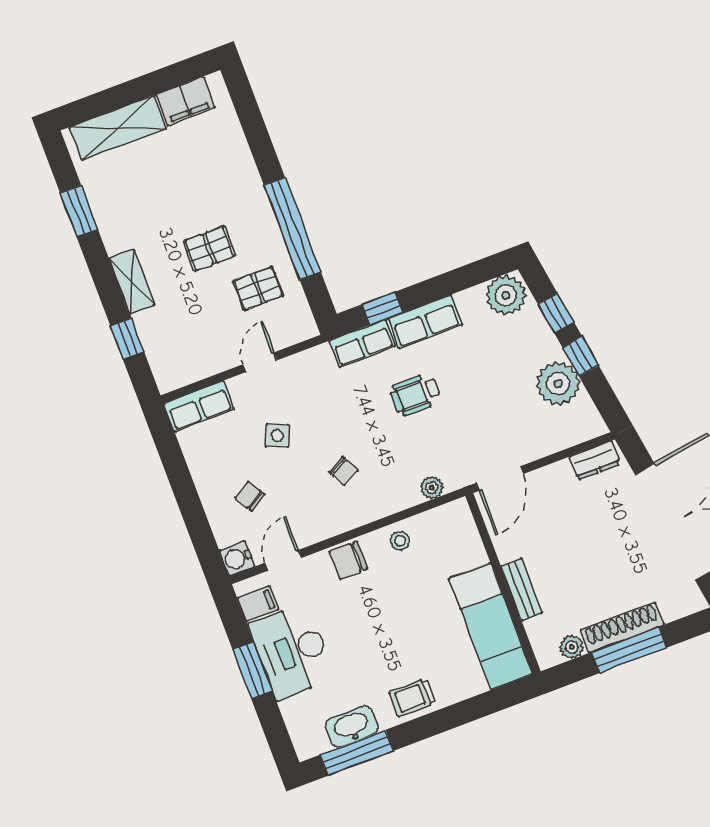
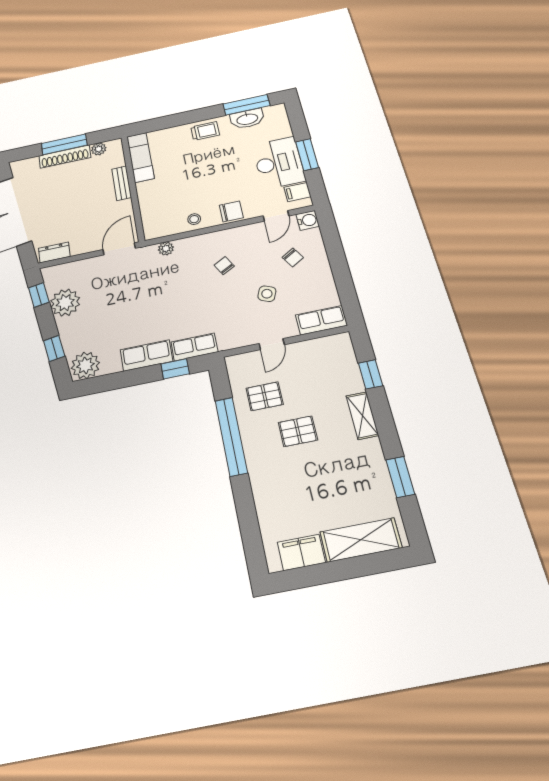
window: (581, 357) -> (39, 295), moved
wheelchair: (415, 395) -> (164, 308), removed
exam couch: (491, 626) -> (140, 157), width x0.73, depth x0.69

